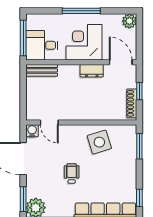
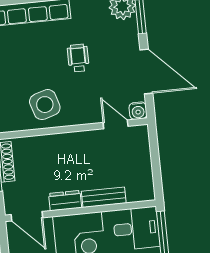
bench: (42, 70) -> (104, 197), moved
wheelchair: (72, 174) -> (78, 58), turned 180

